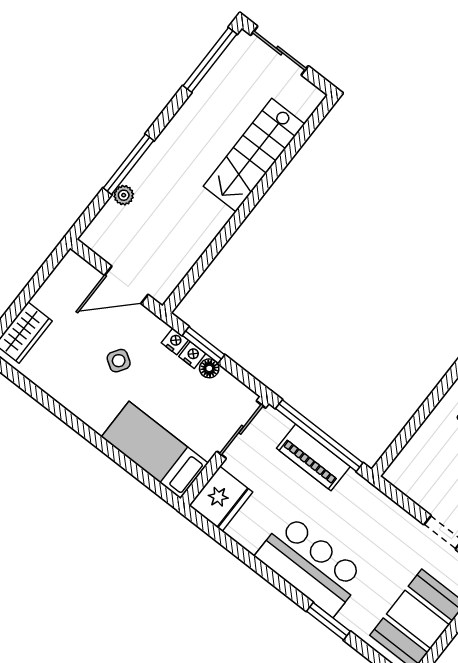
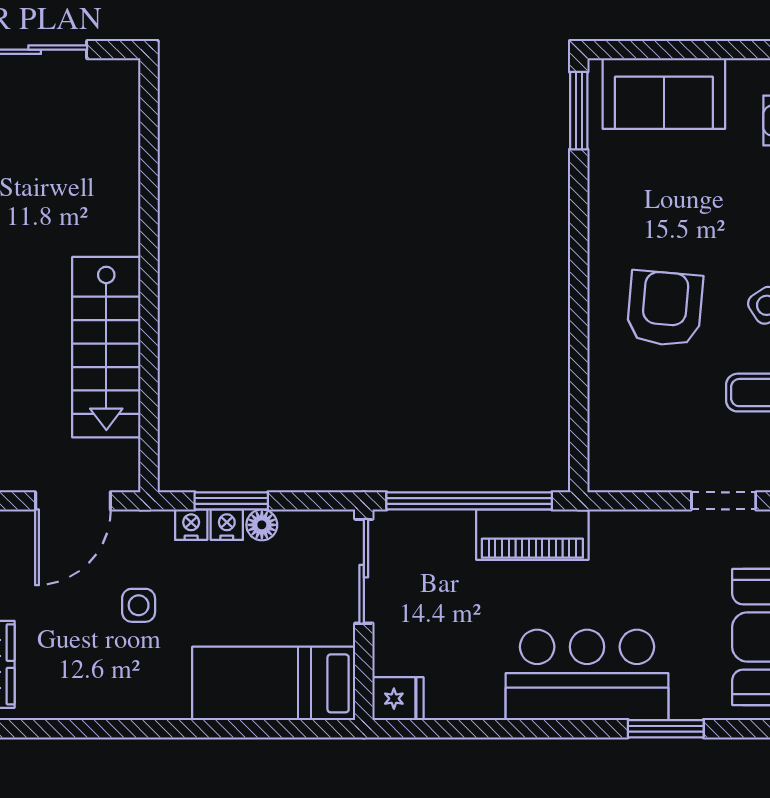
stairs: (254, 155) -> (106, 347), moved
side table: (119, 361) -> (139, 605), turned -33
piano: (313, 457) -> (532, 535), moved
fridge: (221, 499) -> (398, 699), width x0.53, depth x0.75

